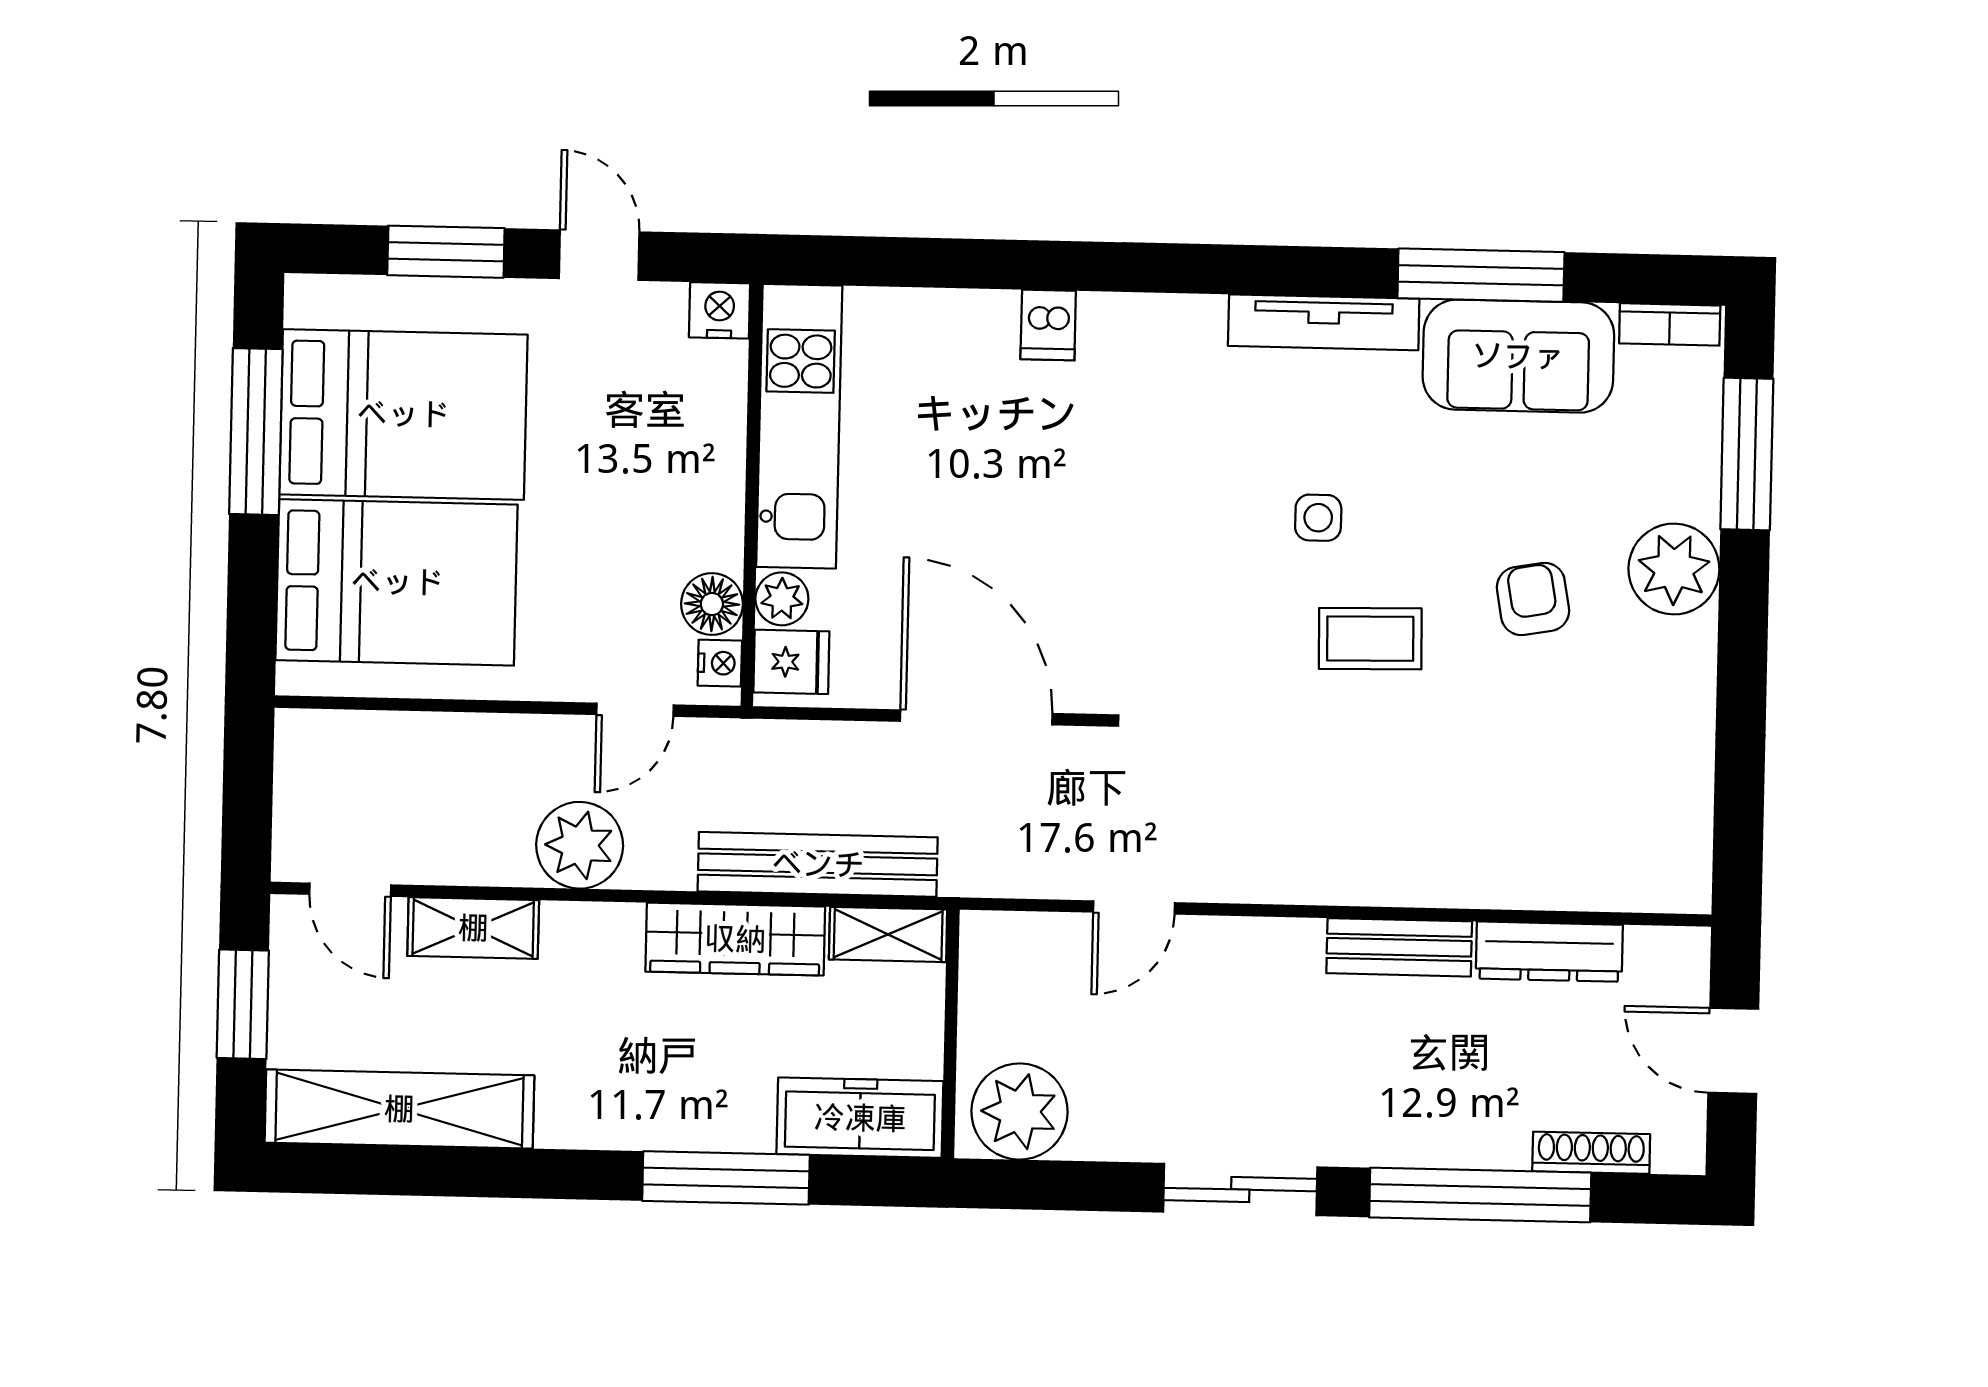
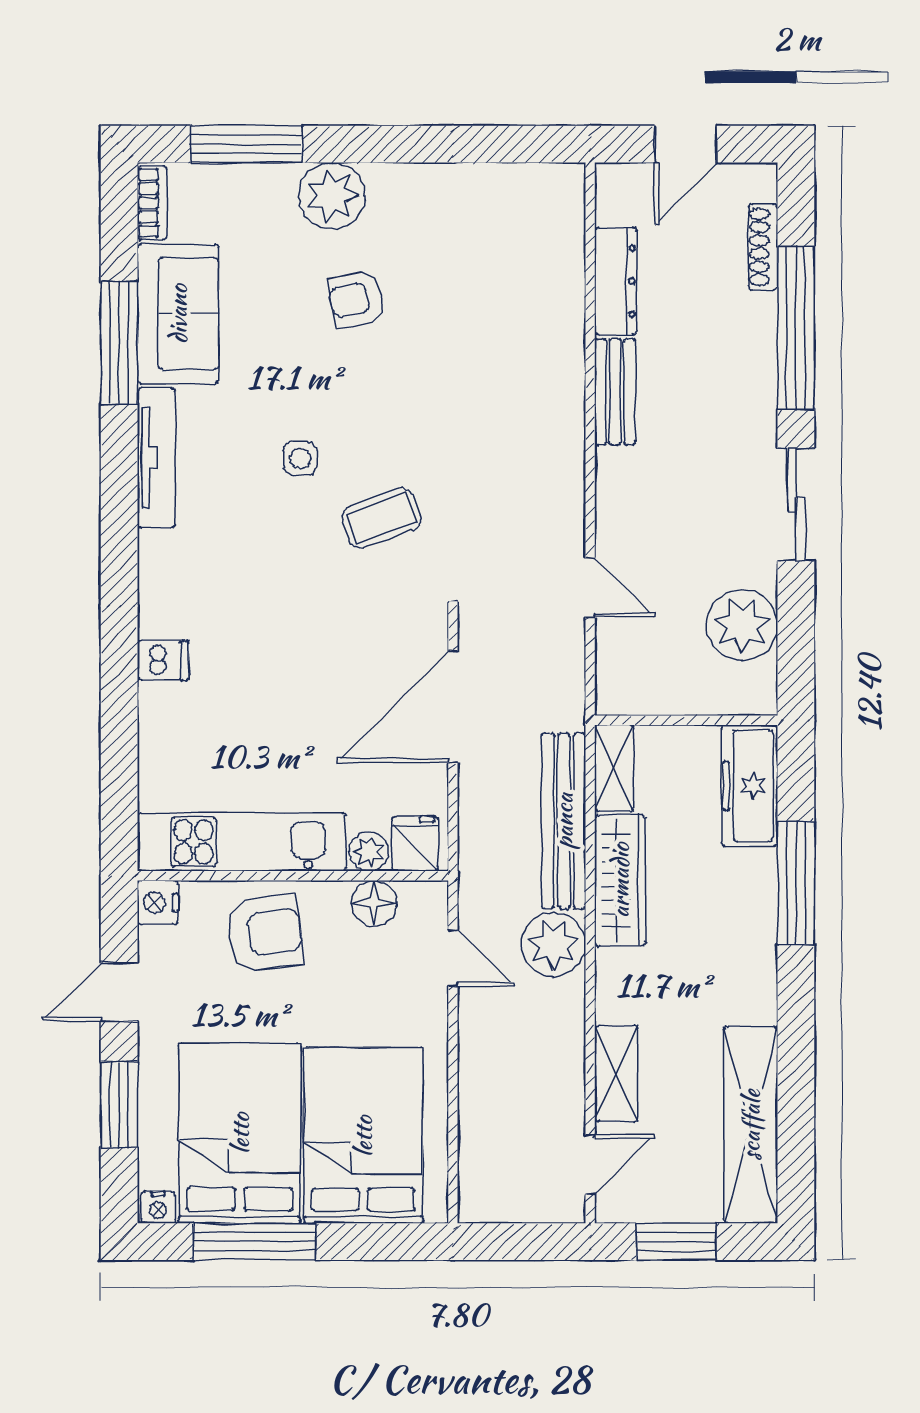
armchair: (674, 455) -> (265, 933), added
coffee table: (1370, 639) -> (381, 518), moved, turned 71
nightstand: (720, 663) -> (158, 1207), moved, turned 180
plant: (580, 845) -> (554, 945), moved
plant: (1020, 1111) -> (742, 625), moved

